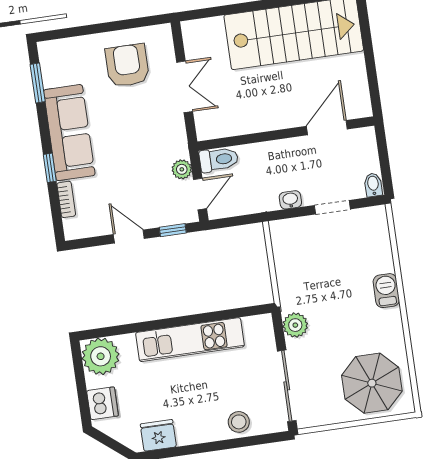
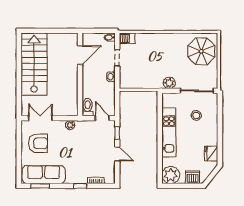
armchair: (127, 65) -> (38, 143), turned 180
double door: (185, 87) -> (40, 118), moved
door: (327, 128) -> (80, 55), swing flipped
sofa: (69, 133) -> (44, 175), moved
plant: (182, 169) -> (70, 125), moved
door: (129, 237) -> (117, 154), swing flipped
barbecue: (386, 291) -> (127, 38), moved
stool: (239, 422) -> (196, 115), moved

